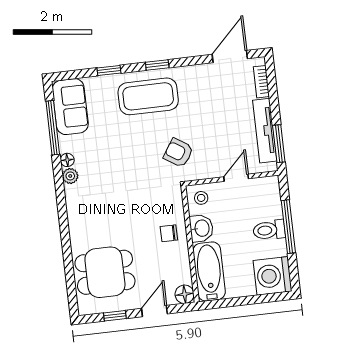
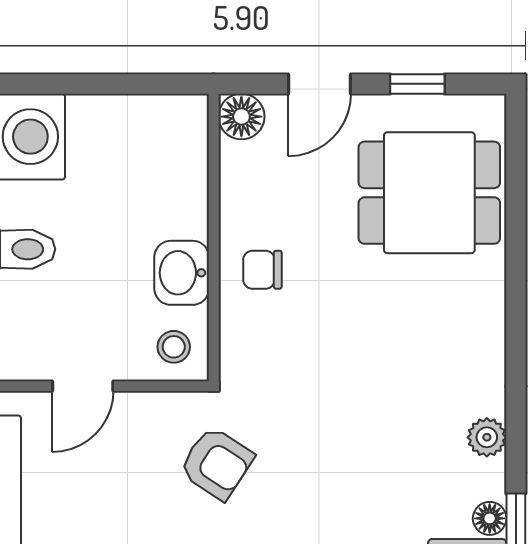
floor lamp: (67, 160) -> (490, 518), moved
chair: (169, 233) -> (262, 270), turned 180
bathtub: (209, 271) -> (175, 165), removed

